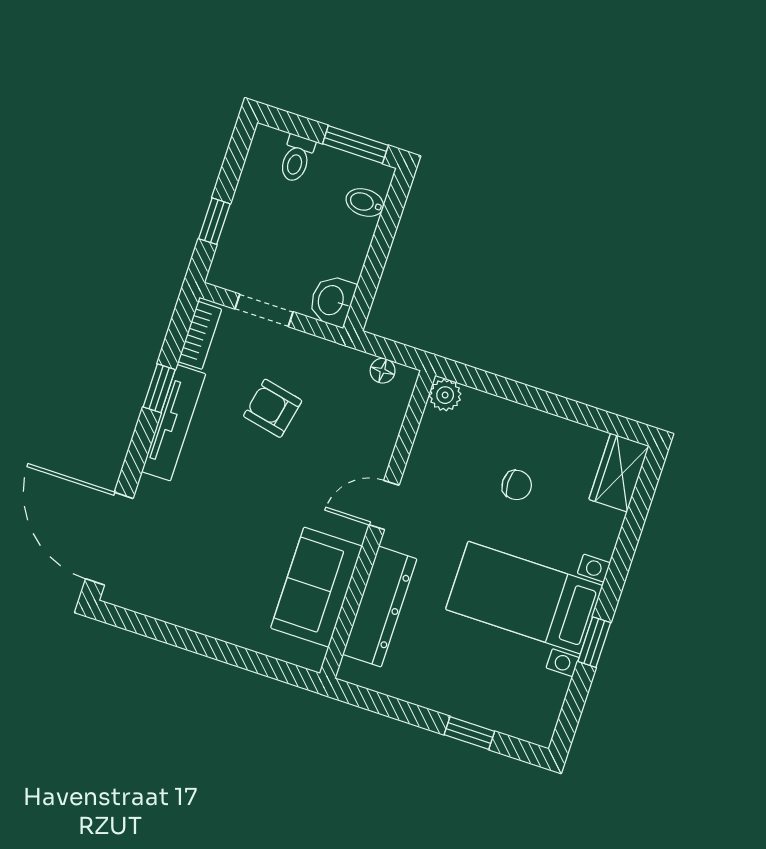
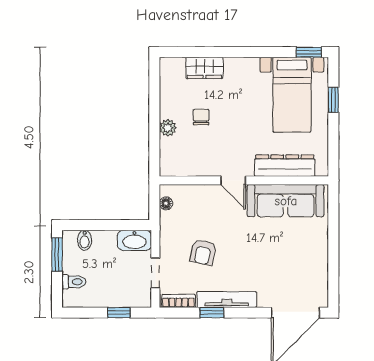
washbasin: (332, 301) -> (134, 240), width x1.38
plant: (445, 395) -> (168, 128), moved
wardrobe: (619, 473) -> (204, 68), moved
sofa: (316, 587) -> (286, 201), width x1.36
bed with nightstands: (524, 598) -> (292, 95), moved
window: (594, 642) -> (309, 52), moved

